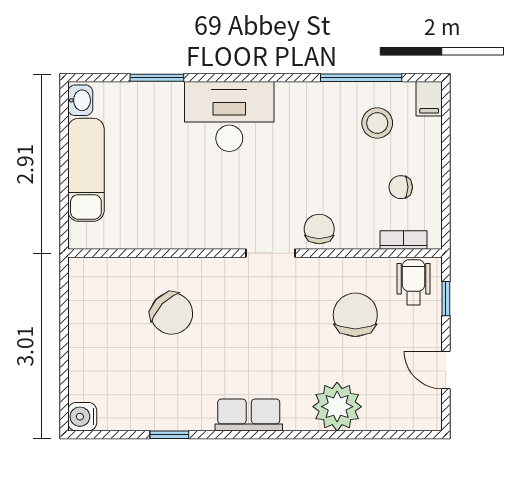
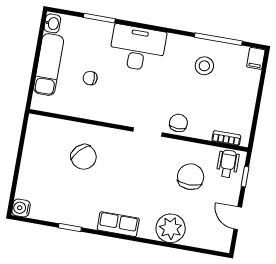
stool: (377, 123) -> (204, 66), moved
chair: (401, 187) -> (90, 78), moved

